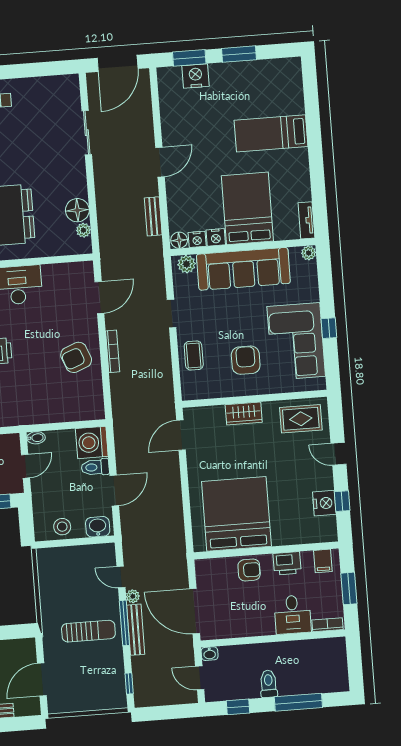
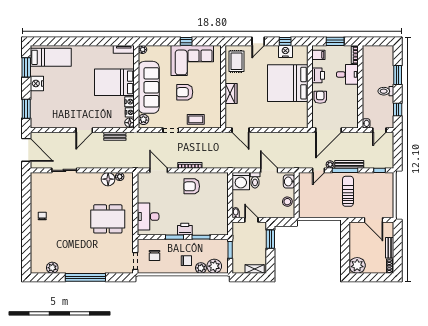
window: (239, 54) -> (26, 67), moved
nightstand: (196, 76) -> (37, 83), moved
bed: (271, 133) -> (51, 57), moved, turned -90
door: (160, 162) -> (84, 130), swing flipped
armchair: (76, 357) -> (192, 186), turned 111
armchair: (246, 360) -> (185, 92), moved
bed: (236, 514) -> (288, 83), moved
door: (195, 611) -> (328, 130), moved
window: (298, 702) -> (398, 75), width x0.69

